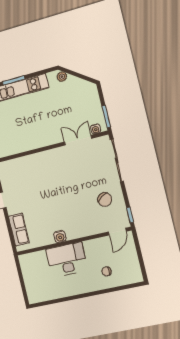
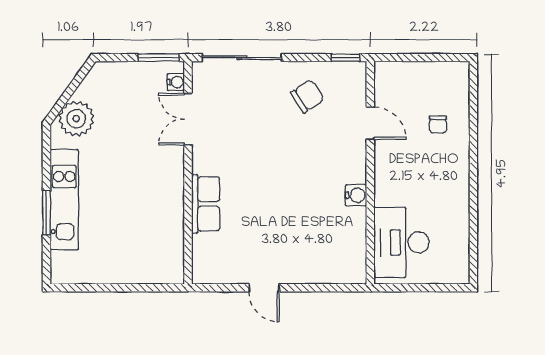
plant: (62, 77) -> (76, 119), width x1.87, depth x1.87
row of seats: (19, 229) -> (206, 204), moved, turned 90
door: (117, 232) -> (370, 123), moved
desk: (67, 260) -> (401, 242), moved

